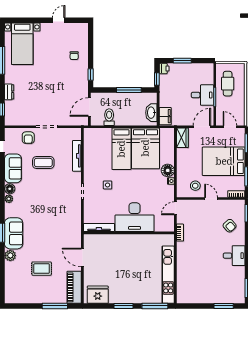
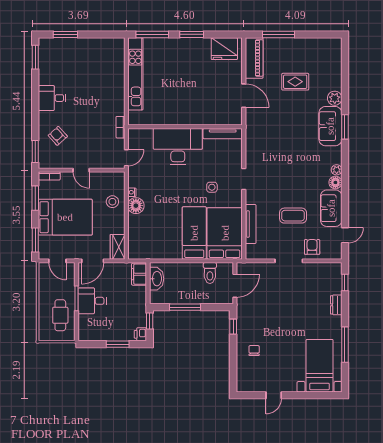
bed: (145, 148) -> (225, 233), moved
stool: (195, 186) -> (112, 202), moved

